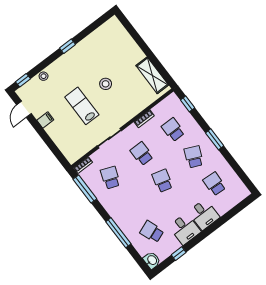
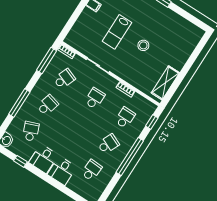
lab bench: (82, 106) -> (117, 32), turned 180
window: (215, 139) -> (130, 156), width x2.11
school desk: (162, 181) -> (48, 105), moved

